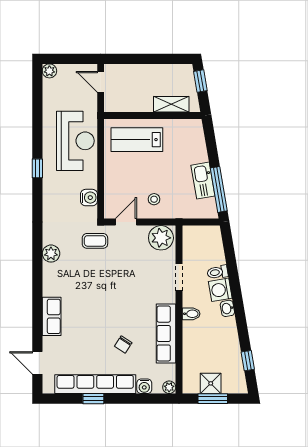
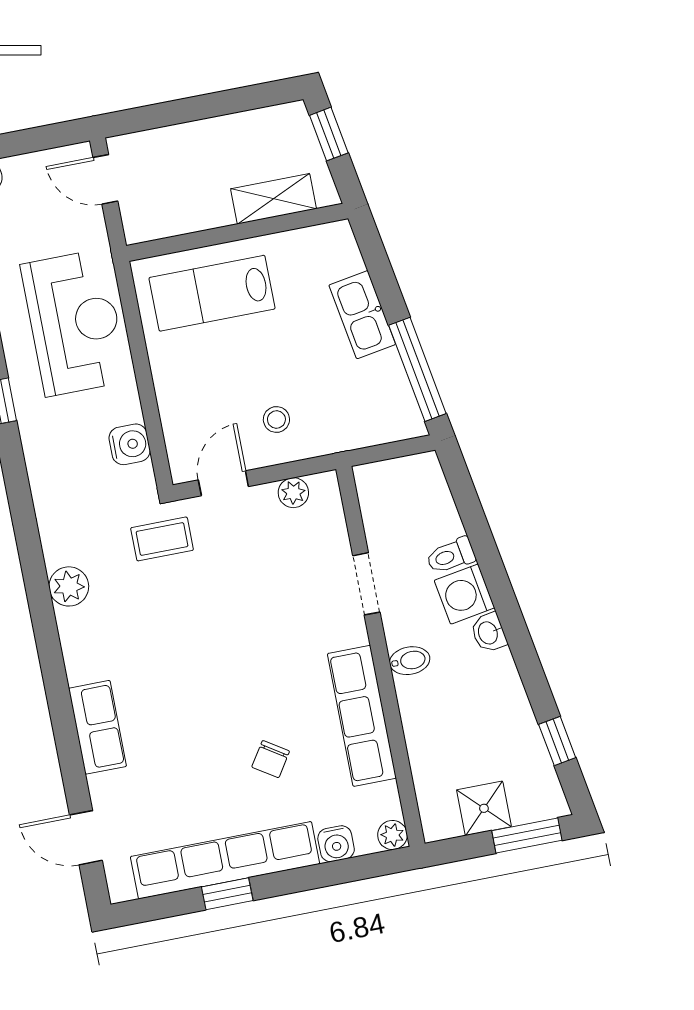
kitchen sink: (203, 181) -> (362, 315), moved
plant: (161, 238) -> (293, 493), width x0.53, depth x0.53
window: (213, 399) -> (527, 835), moved

